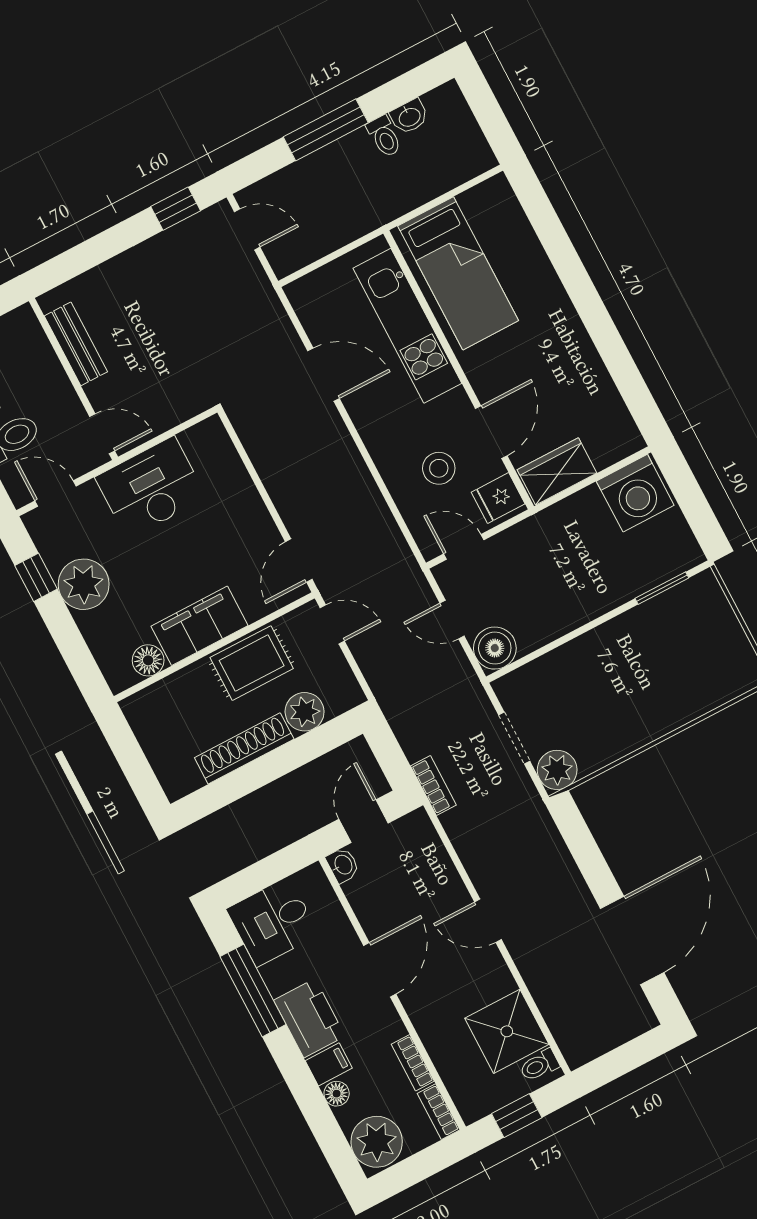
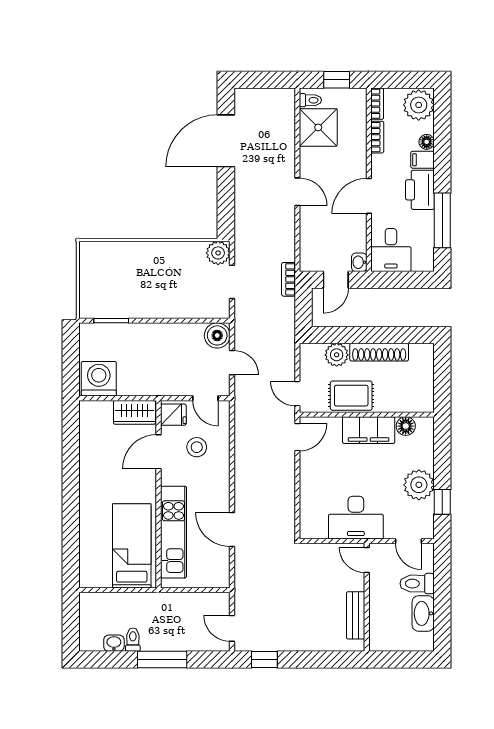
desk: (273, 922) -> (391, 250), moved, turned 90

